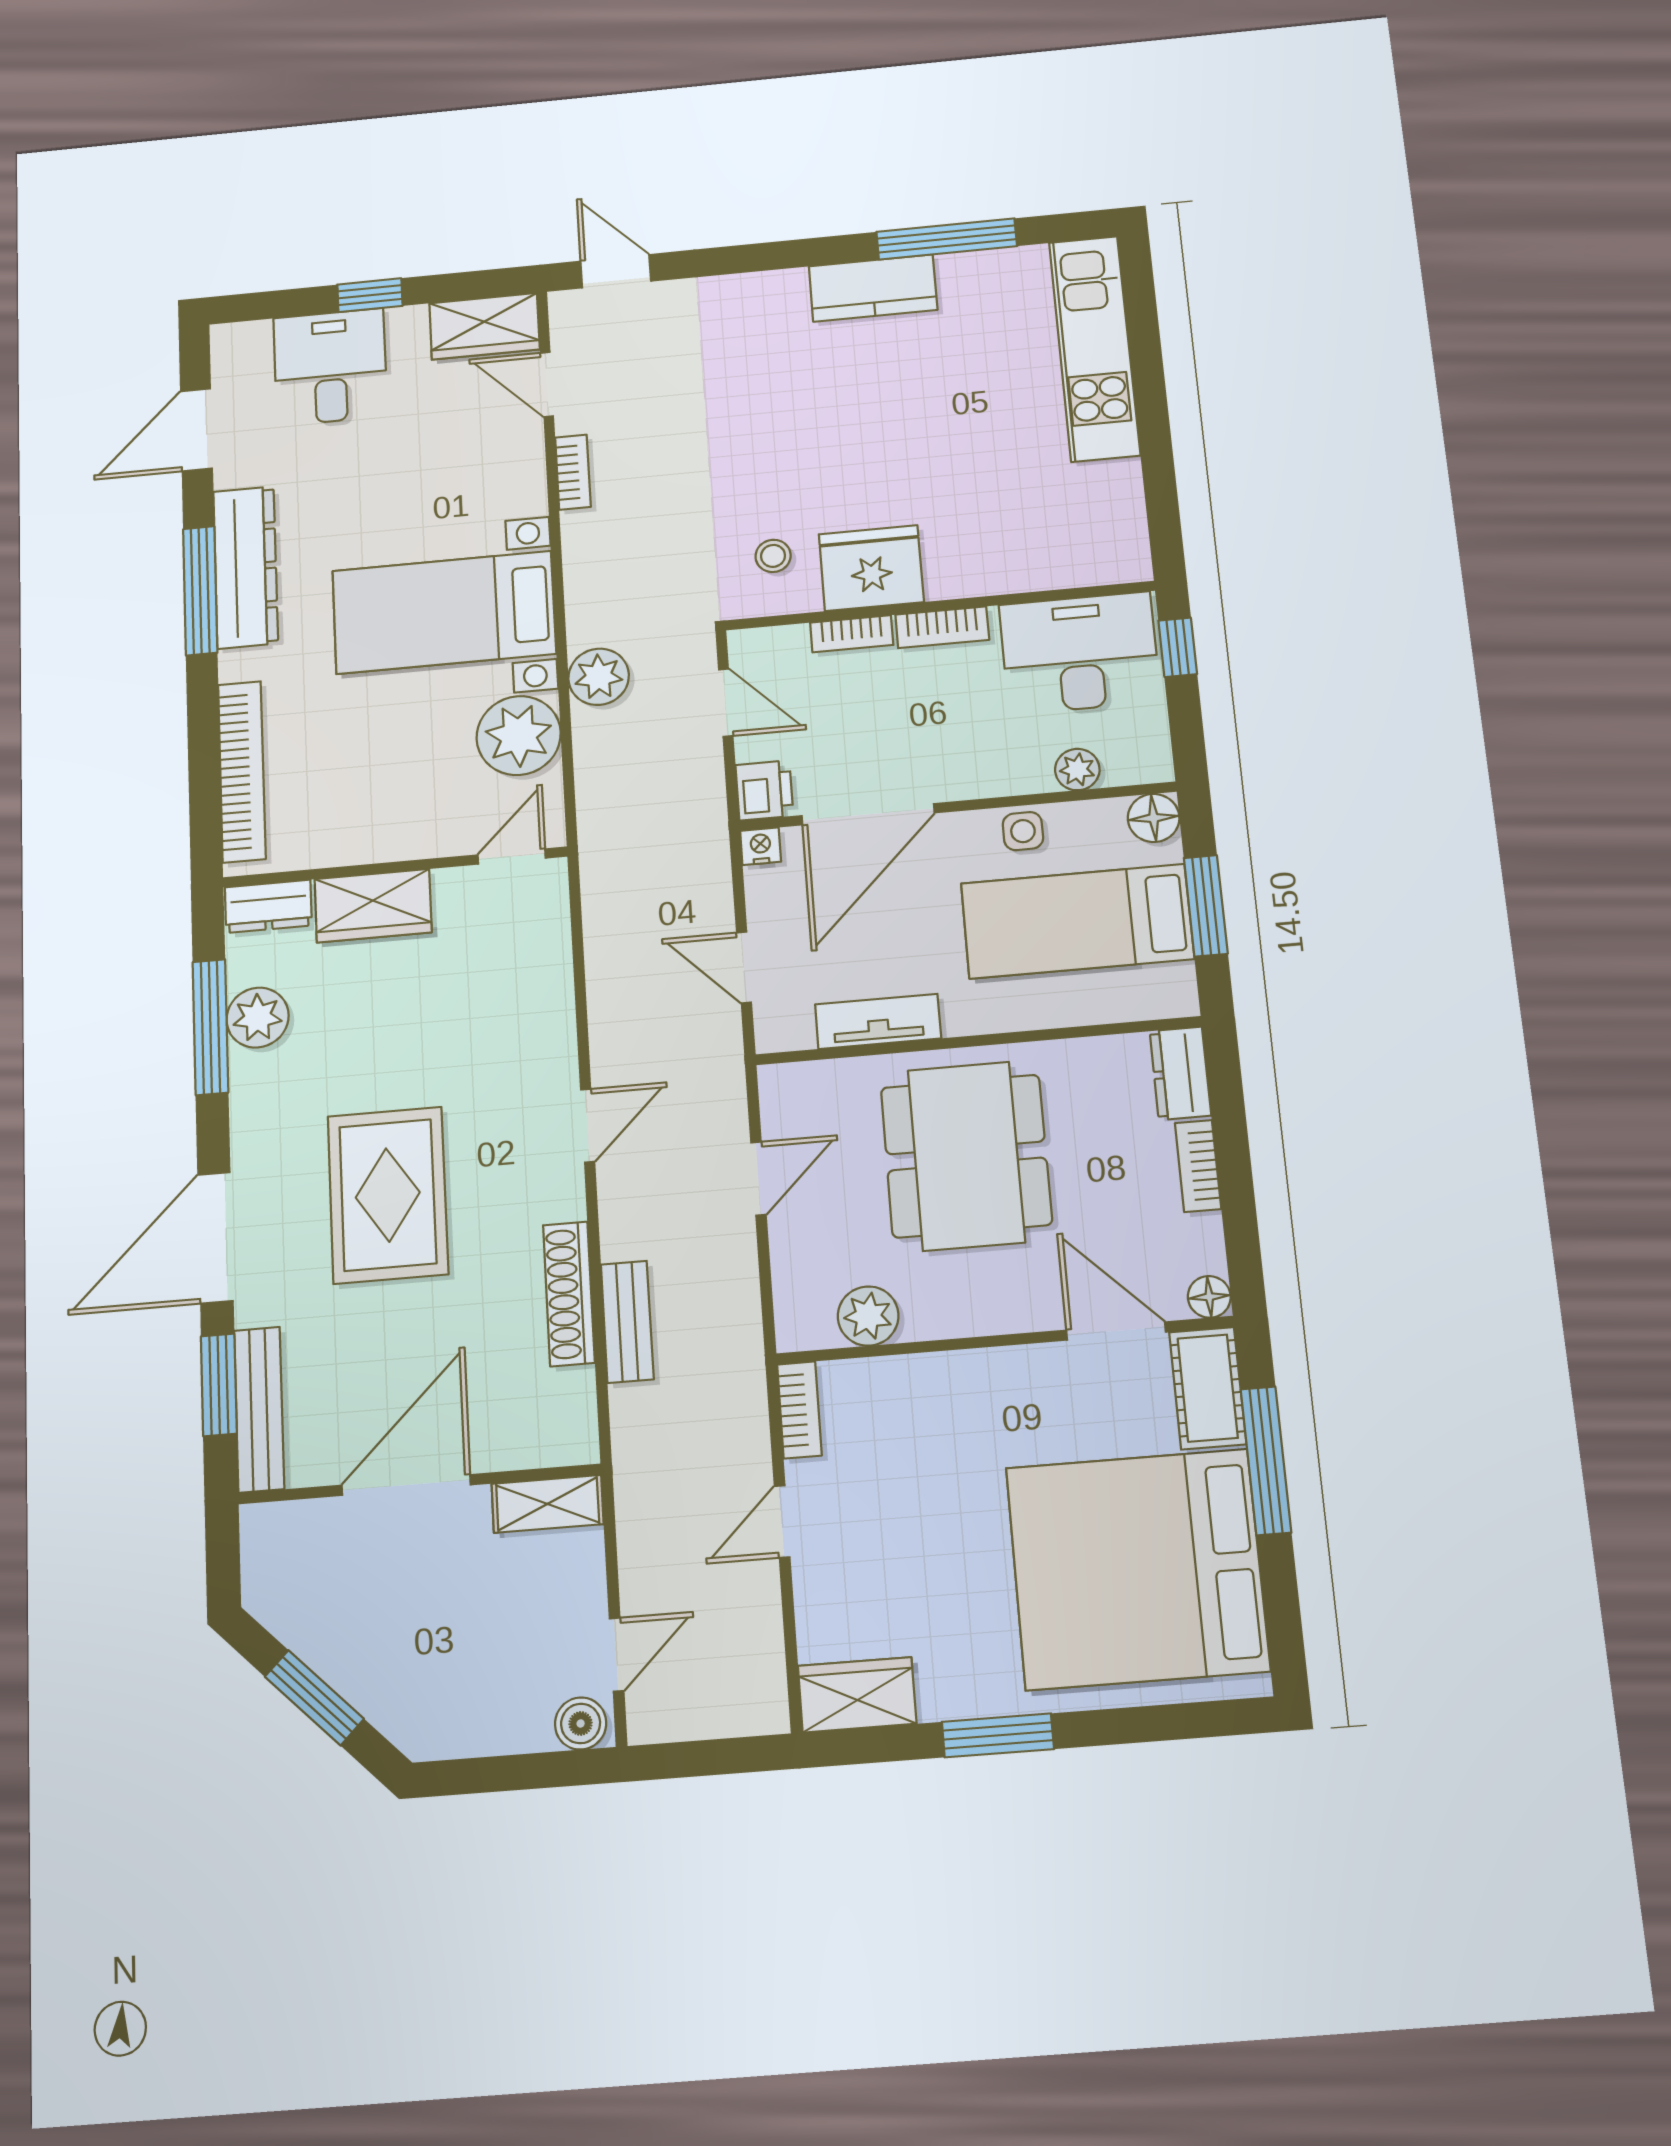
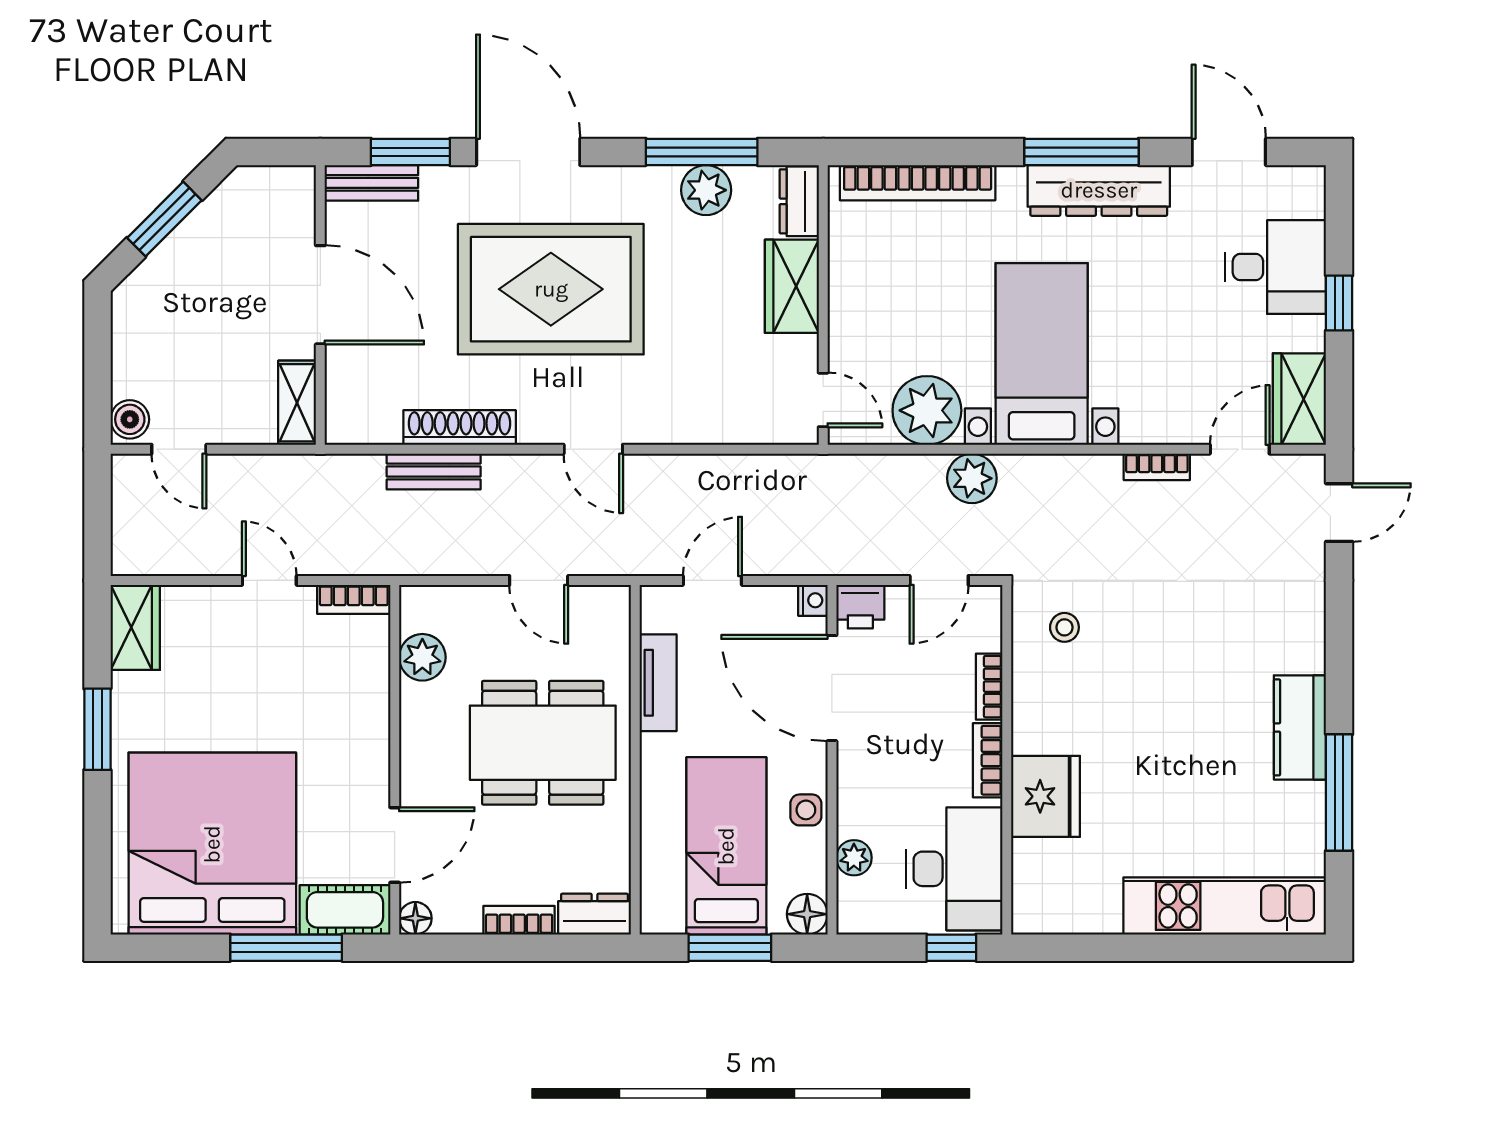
fridge: (871, 568) -> (1046, 796), moved
rug: (388, 1195) -> (551, 289), width x1.37, depth x1.44
bench: (259, 1409) -> (371, 183), width x0.73

